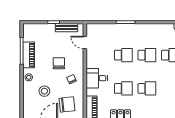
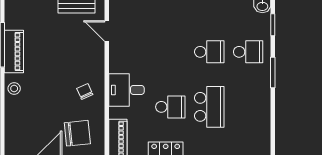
school desk: (123, 55) -> (170, 52), removed
chair: (59, 63) -> (64, 65), removed
school desk: (147, 88) -> (209, 107), width x1.85
stool: (44, 91) -> (40, 111), removed

